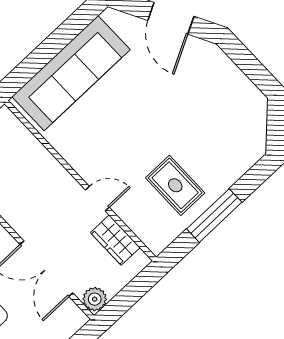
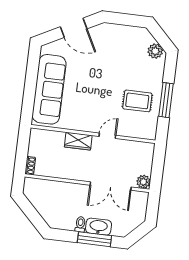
plant: (254, 139) -> (155, 51), added
wardrobe: (115, 240) -> (78, 141), moved

